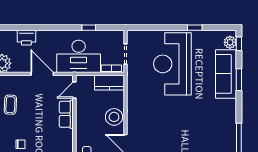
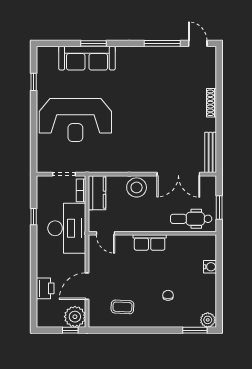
window: (195, 28) -> (34, 82), moved
plant: (230, 42) -> (50, 54), removed
window: (239, 44) -> (52, 43), removed
door: (42, 74) -> (87, 286), moved
row of seats: (66, 114) -> (150, 242), moved

